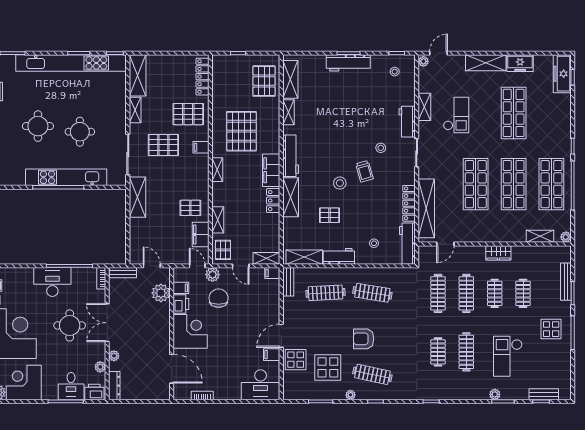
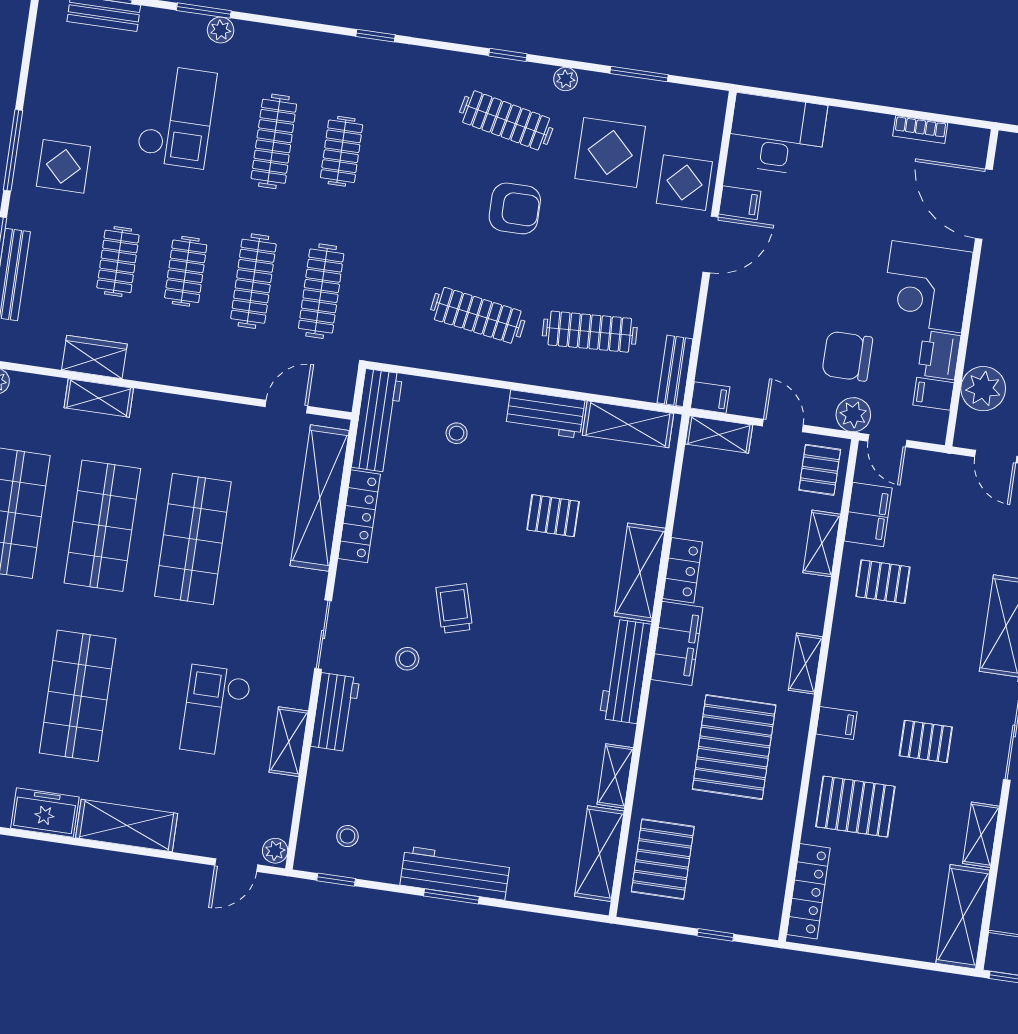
pallet: (163, 145) -> (926, 741), width x0.67, depth x0.71
stool: (340, 183) -> (517, 589), removed
shelving: (540, 236) -> (99, 398), moved
wardrobe: (498, 253) -> (94, 357), moved
chair: (219, 298) -> (847, 356), turned 90

